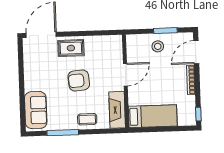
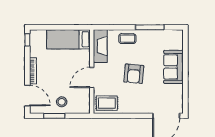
rug: (71, 48) -> (107, 103), moved
door: (196, 52) -> (27, 96), hinge flipped
armchair: (79, 80) -> (134, 74), turned 100
sofa: (36, 110) -> (173, 67), moved

